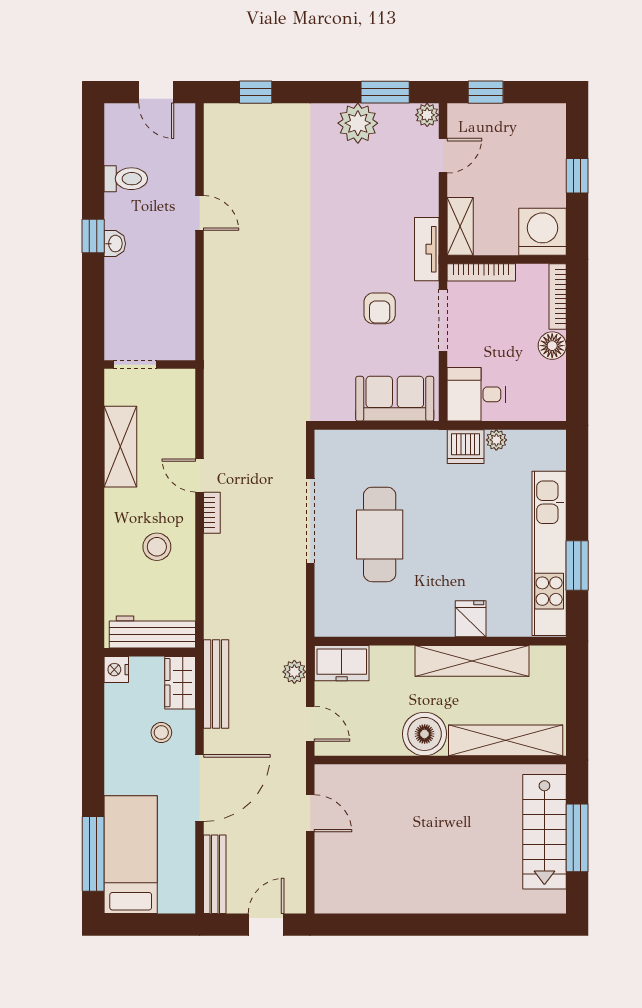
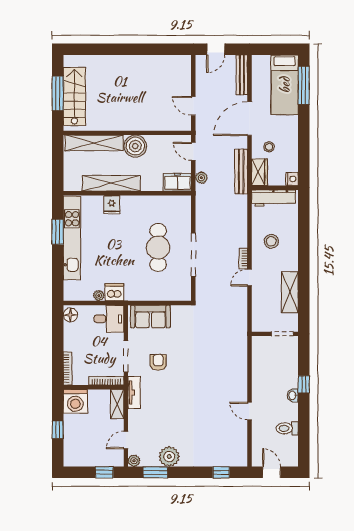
window: (93, 236) -> (304, 384), moved
floor lamp: (552, 346) -> (70, 315), moved
door: (200, 475) -> (250, 278), swing flipped

